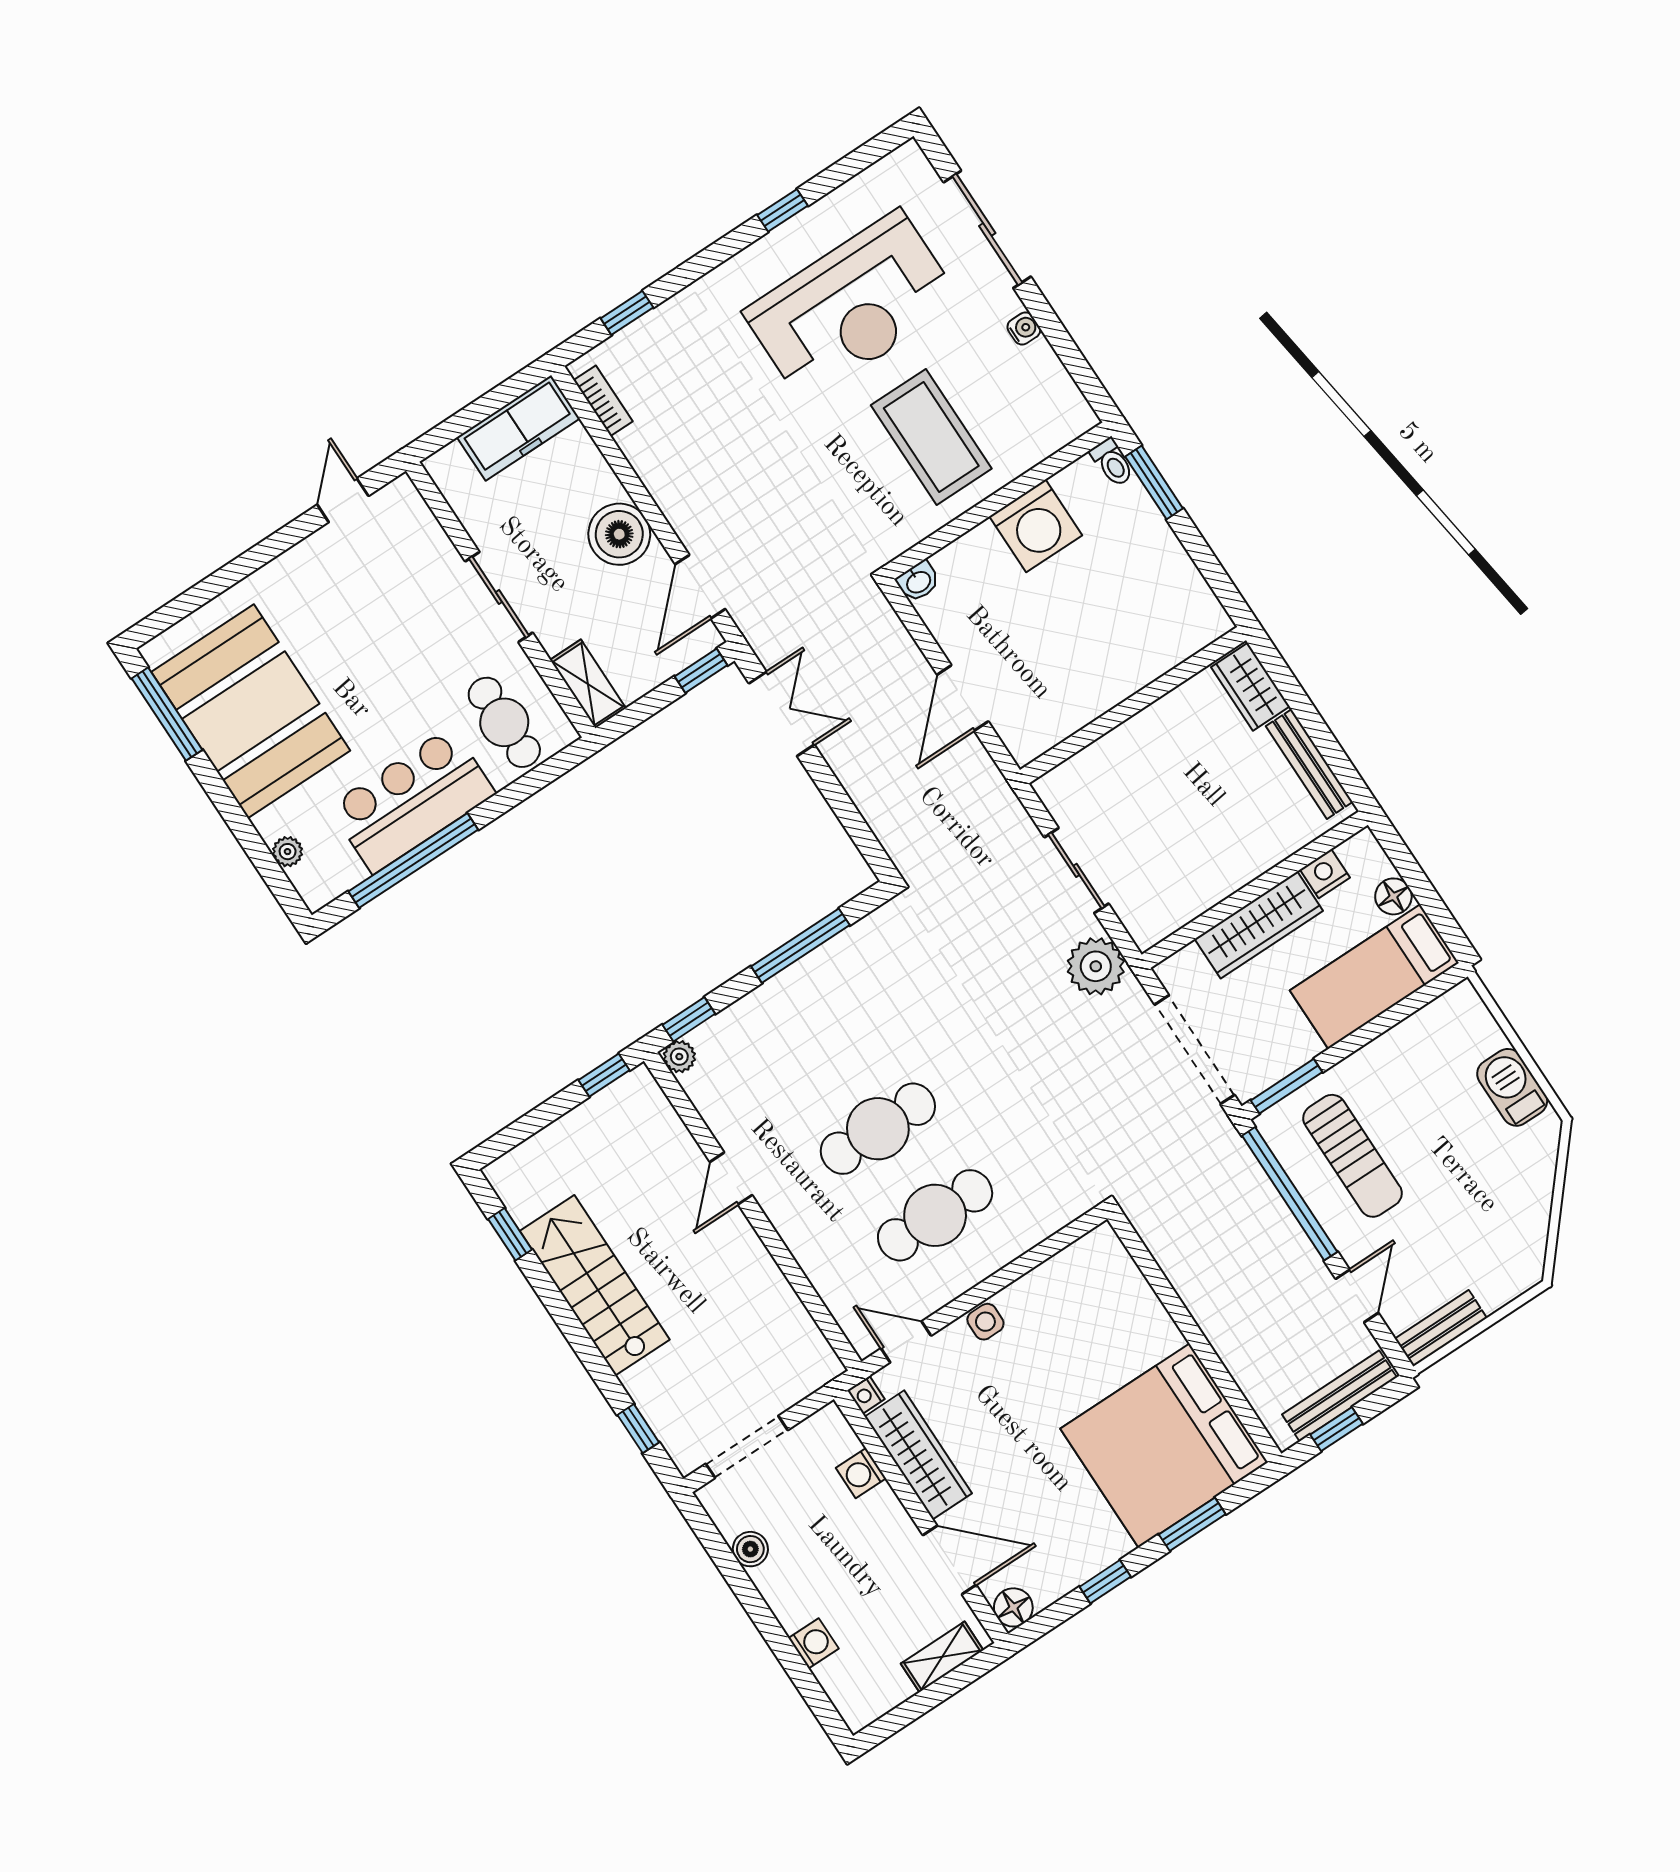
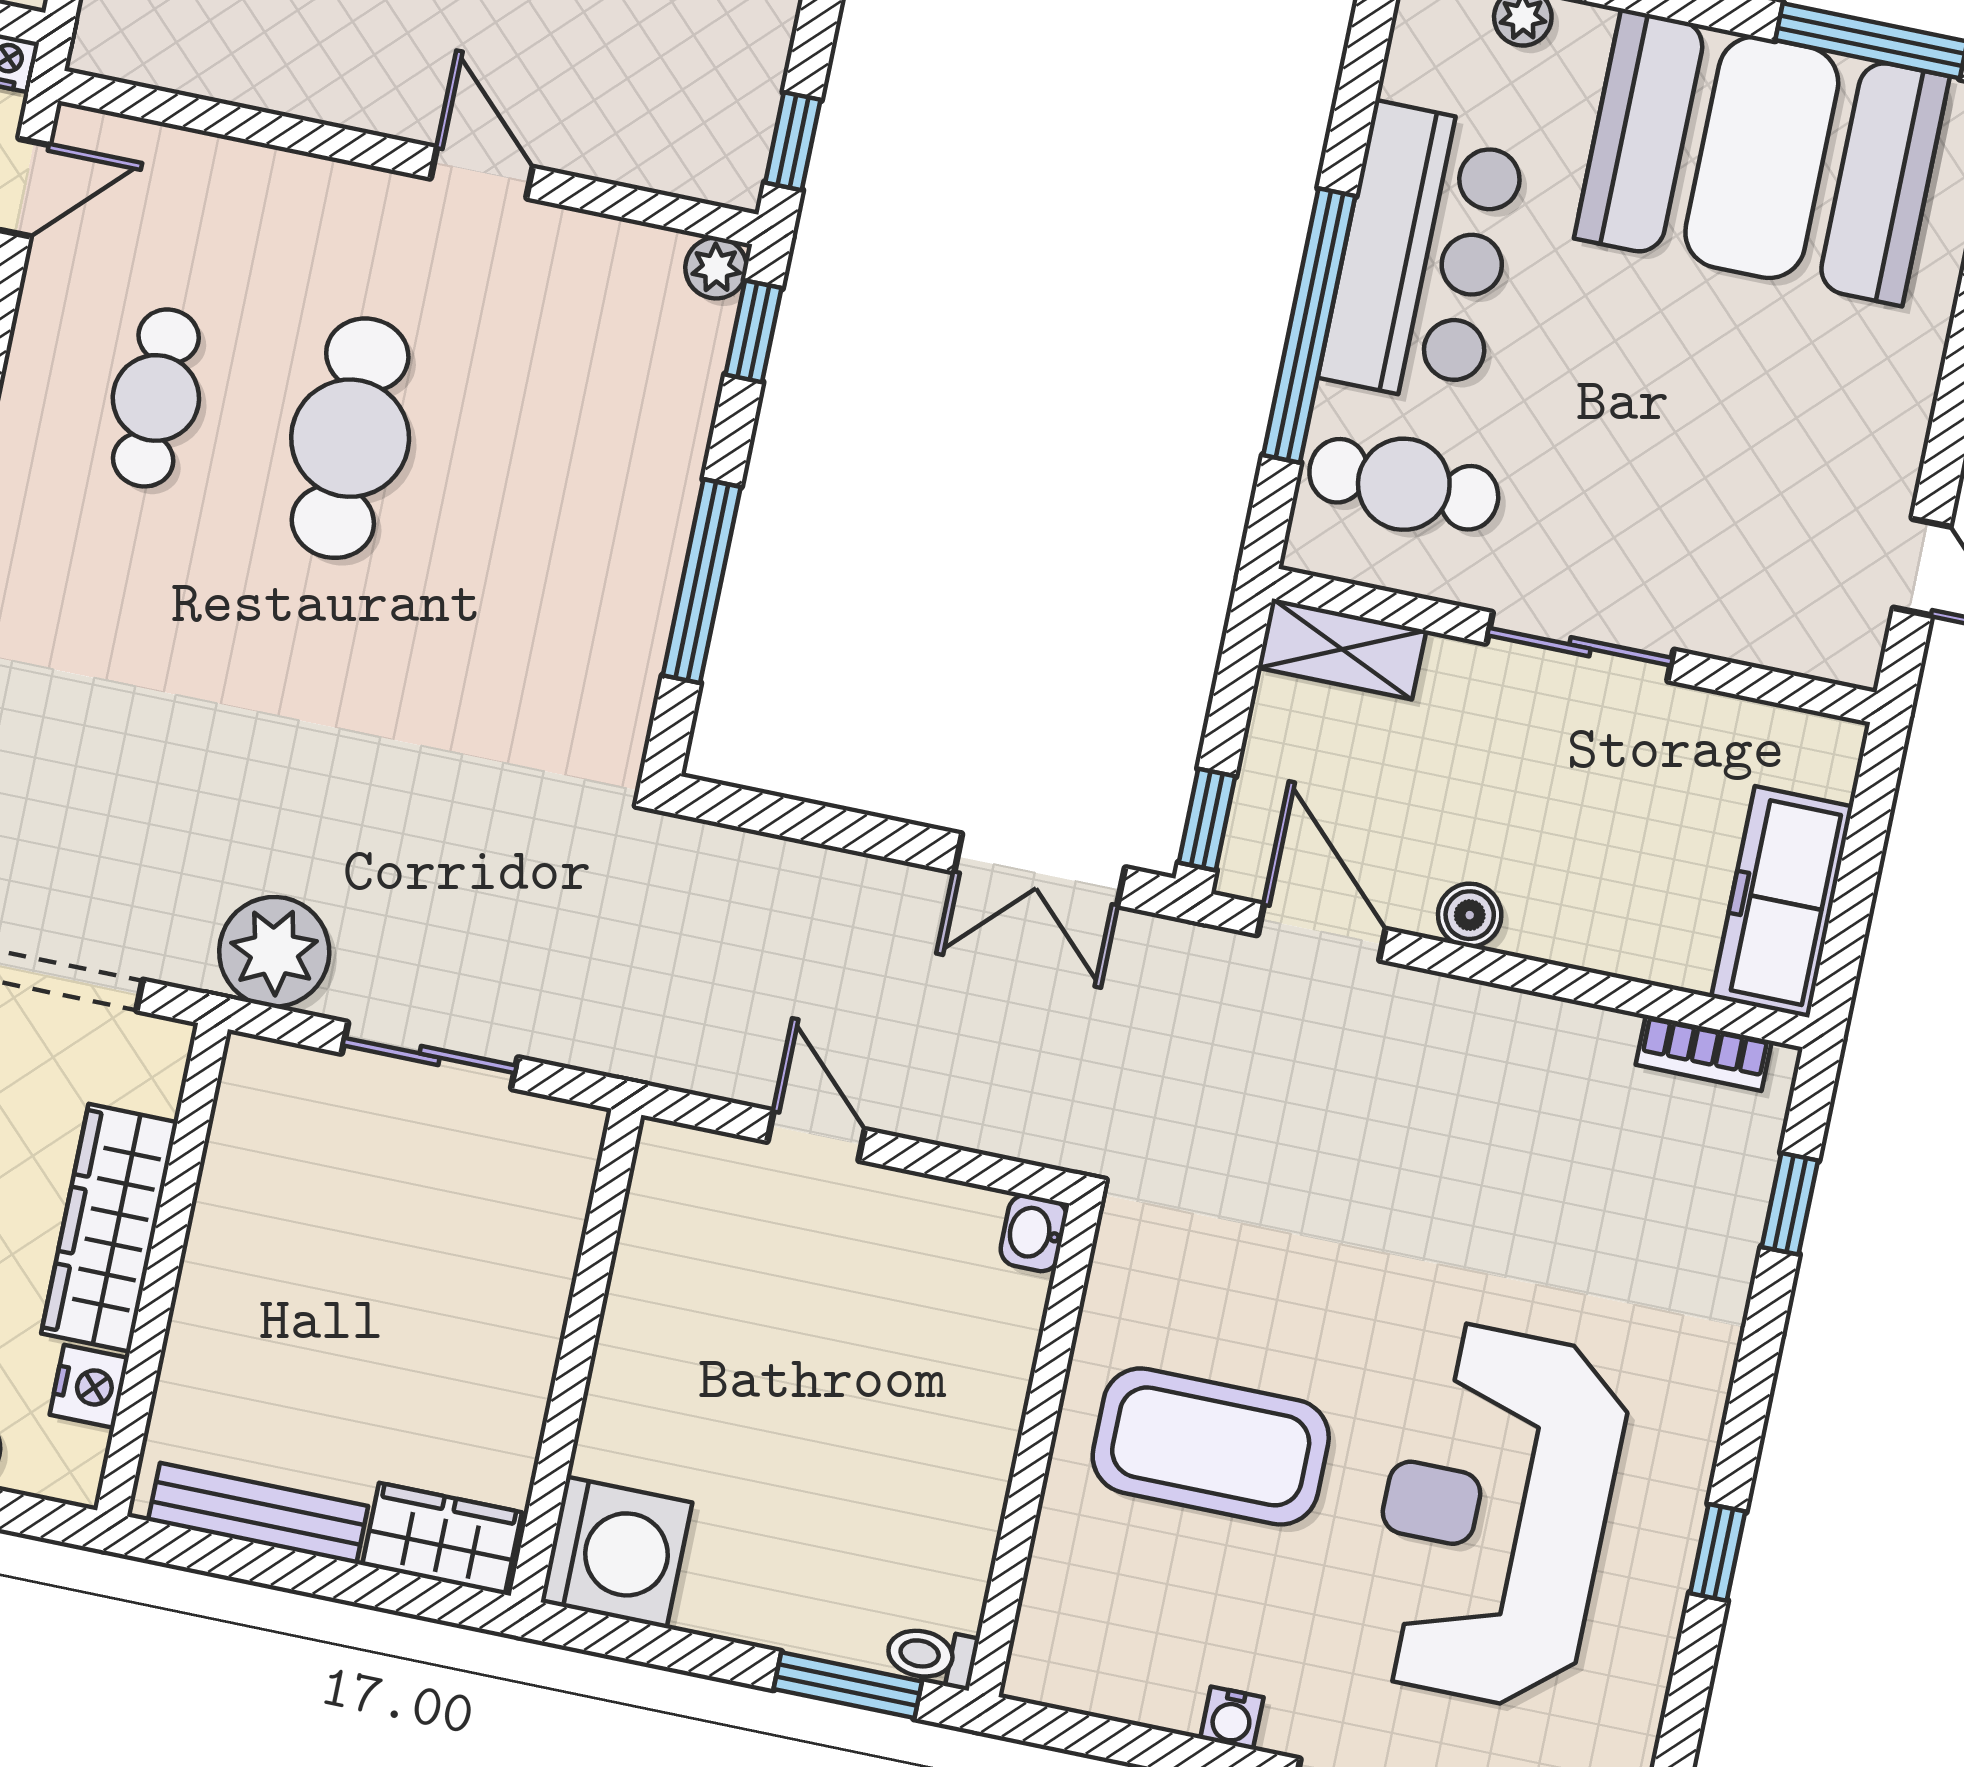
washing machine: (1036, 526) -> (616, 1552), moved, turned 180
boiler: (619, 534) -> (1470, 915), width x0.54, depth x0.54
door: (963, 698) -> (816, 1136), width x0.73
window: (413, 860) -> (1309, 326), moved
cafe table: (935, 1215) -> (156, 398), width x0.73, depth x0.74

